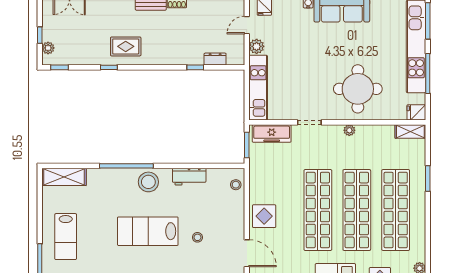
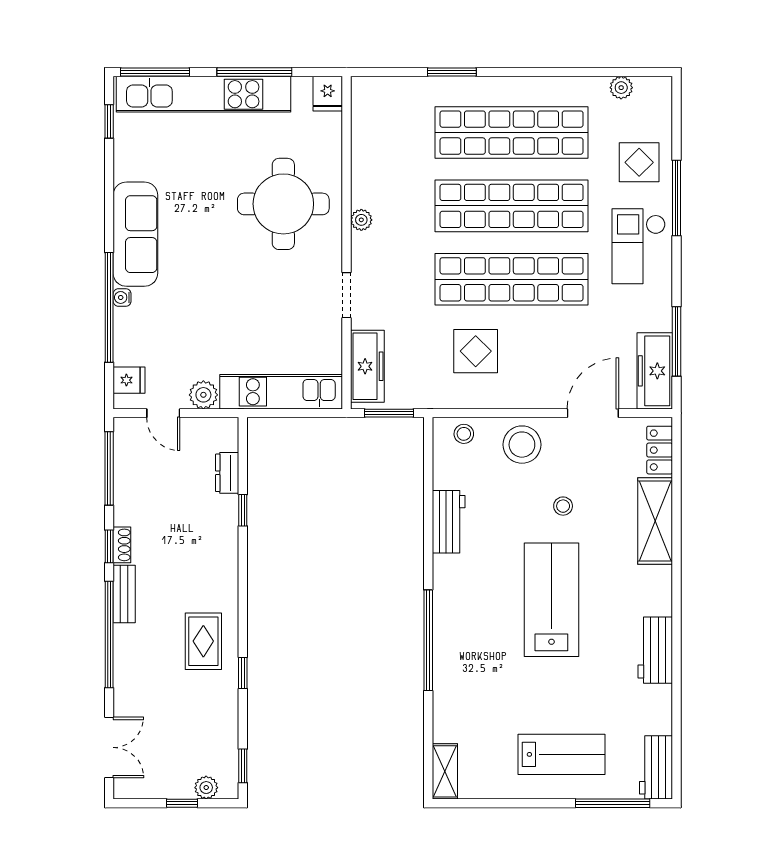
shelving: (410, 131) -> (364, 105), removed
shelving: (64, 177) -> (445, 771), width x0.67, depth x0.75
stool: (148, 182) -> (522, 445), moved
display table: (264, 216) -> (476, 351), moved
lab bench: (148, 231) -> (551, 600), turned 180

